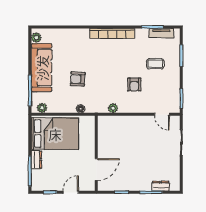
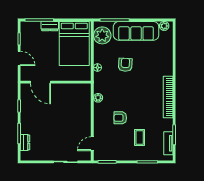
plant: (42, 108) -> (102, 35), width x1.88, depth x1.88

